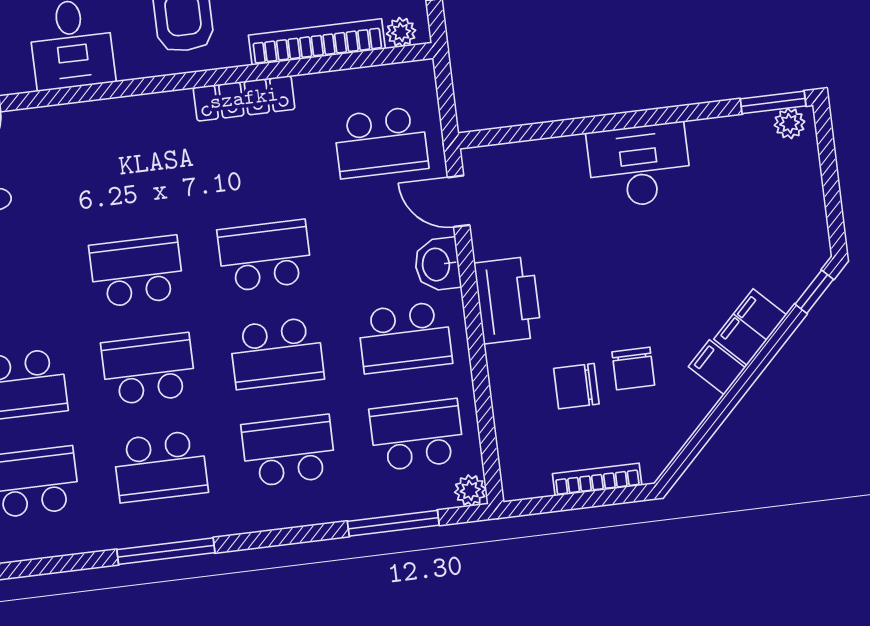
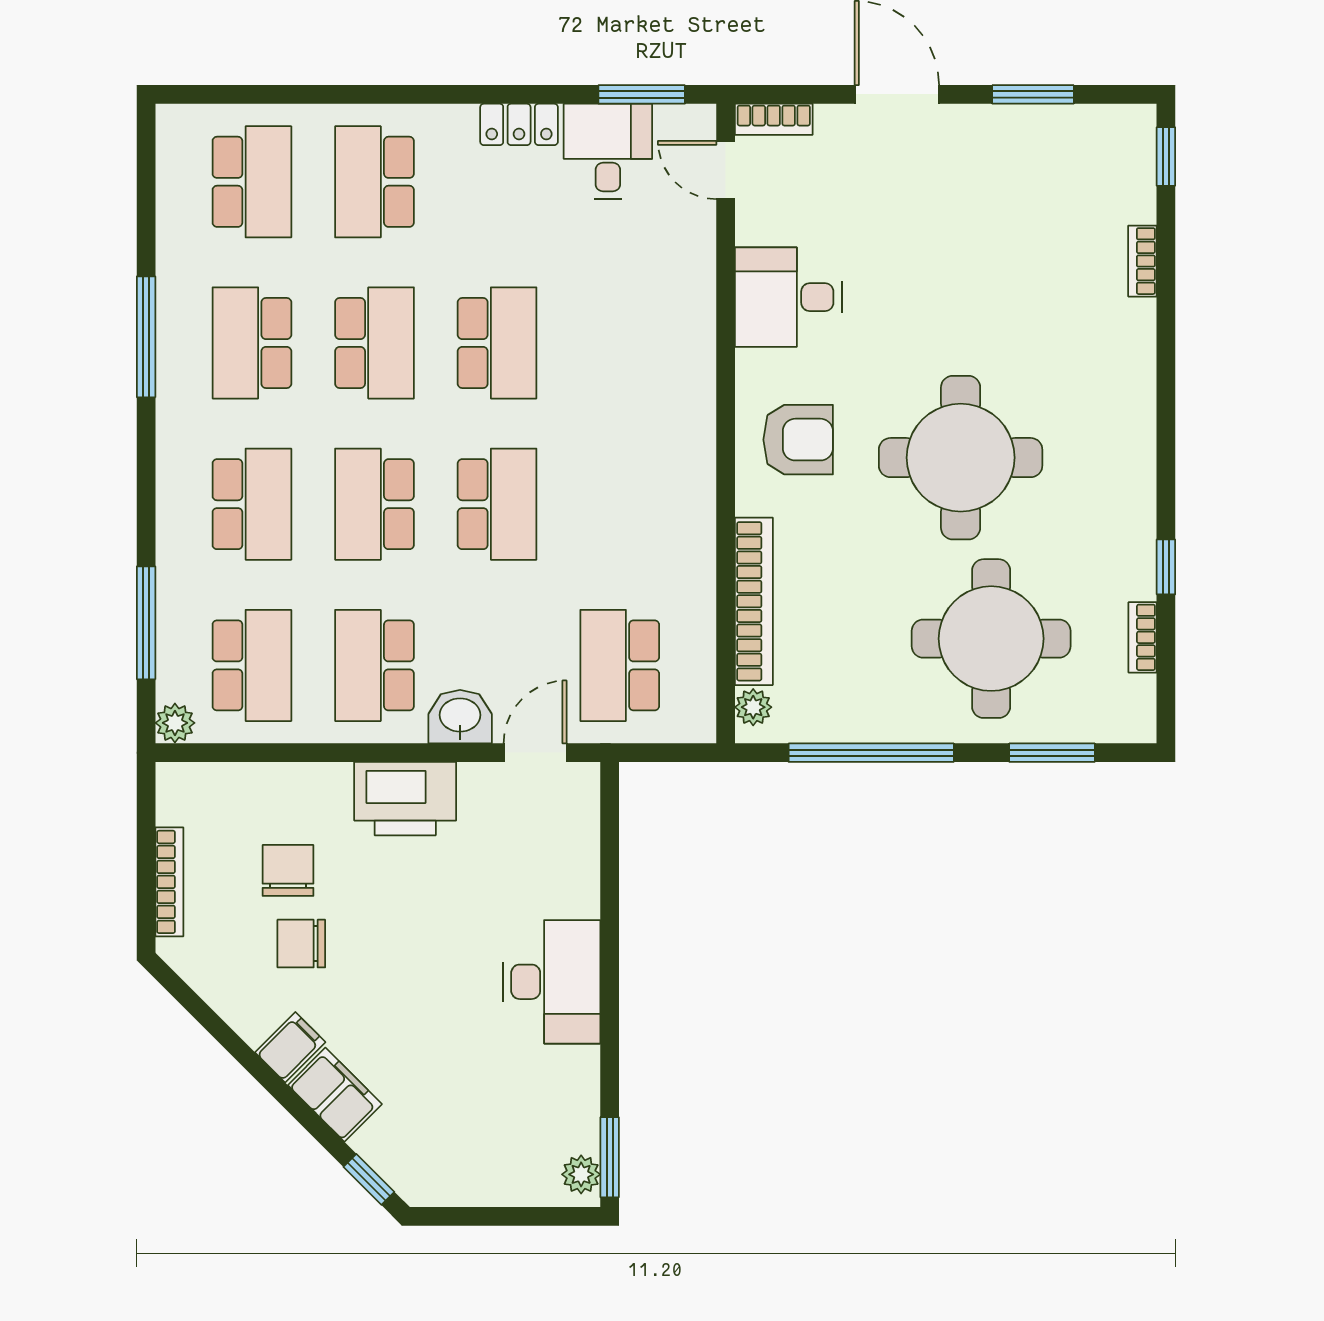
locker: (244, 98) -> (695, 503), removed

